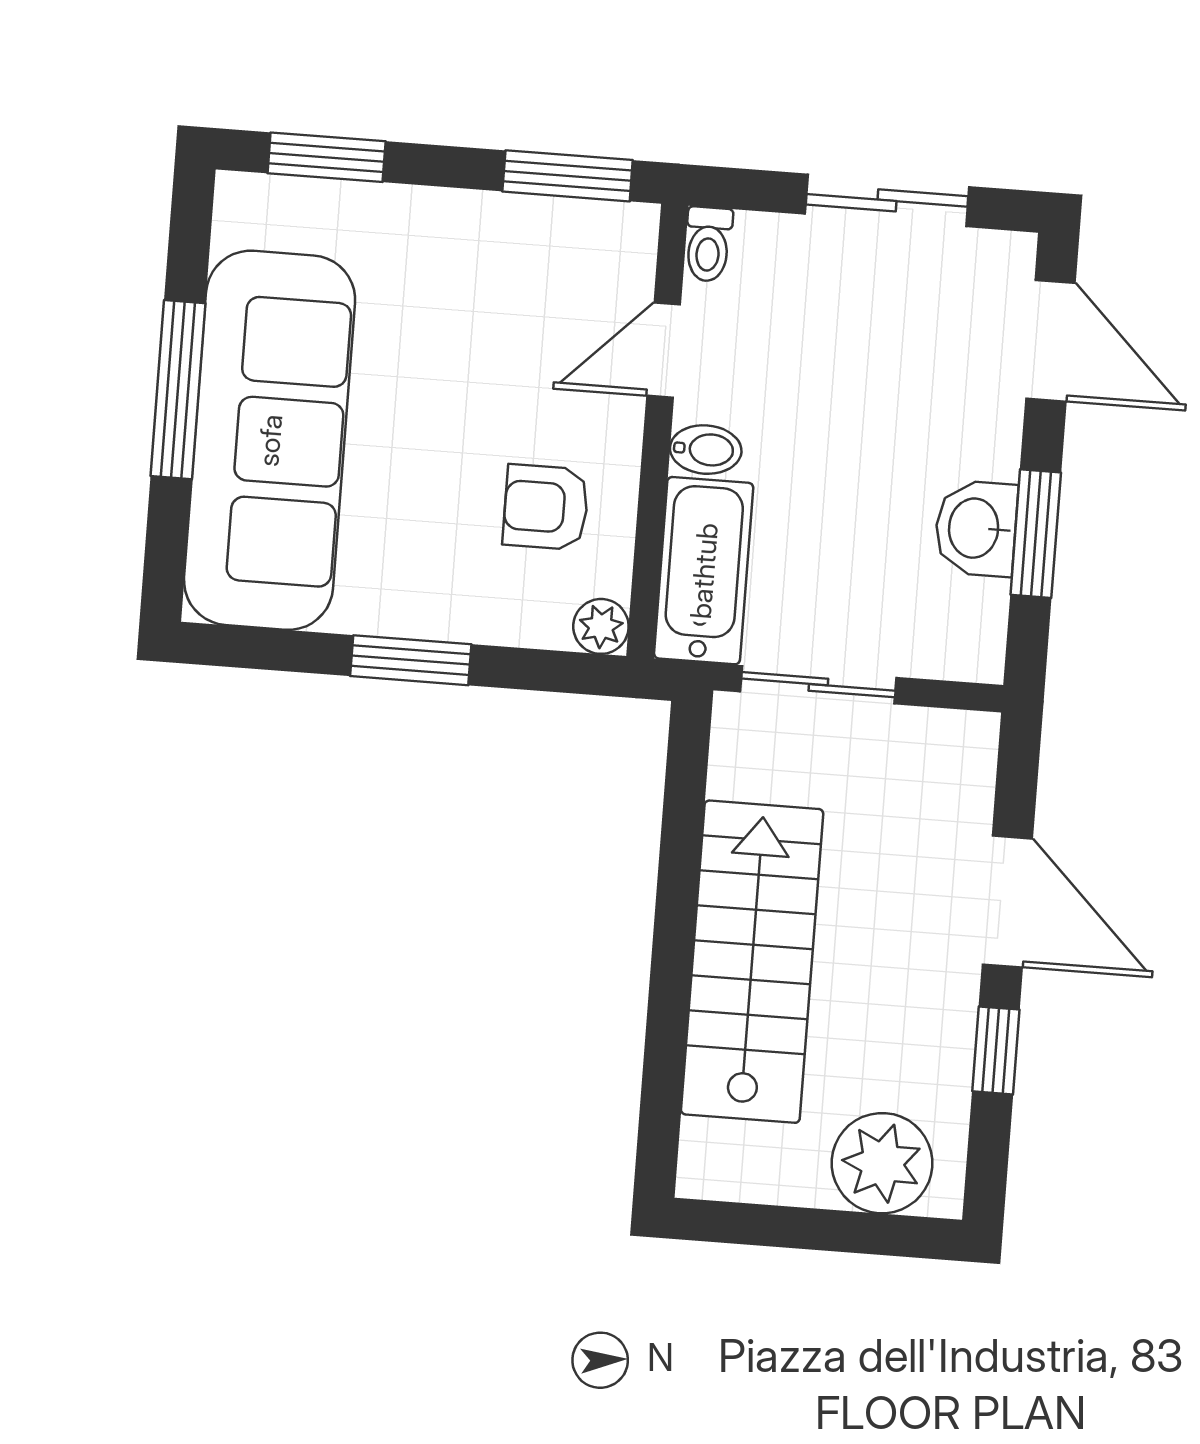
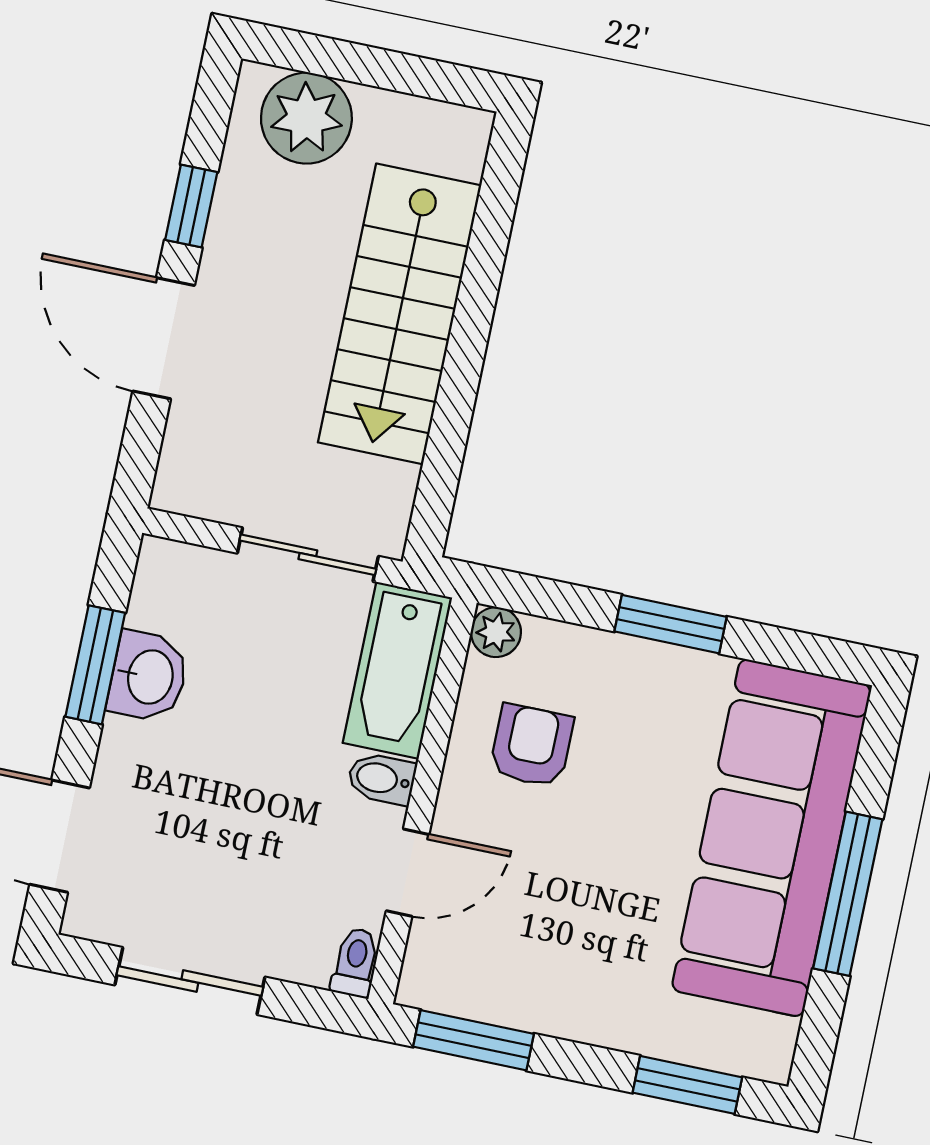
armchair: (546, 507) -> (532, 746), turned -90

